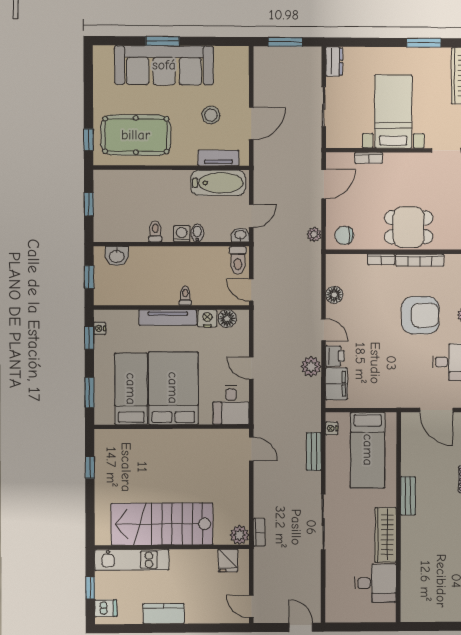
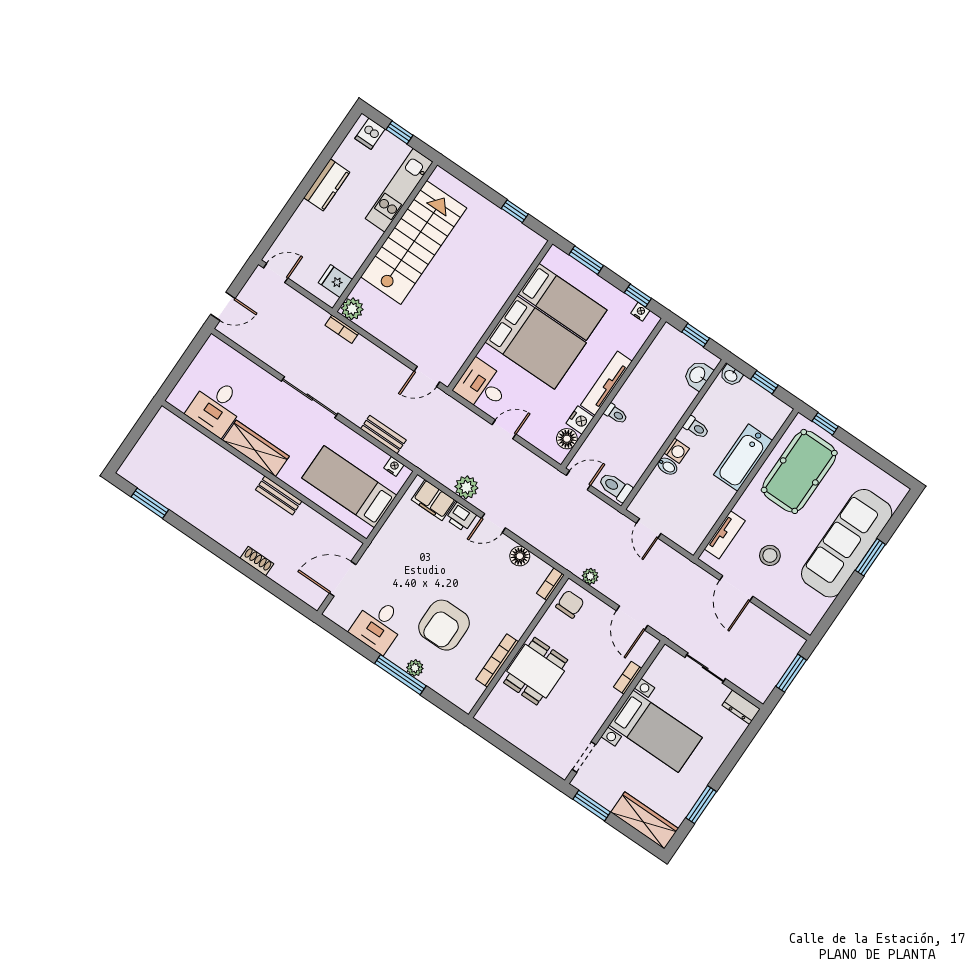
bathtub: (218, 183) -> (743, 458), moved
washbasin: (240, 235) -> (731, 375), moved, turned 90
bookcase: (381, 259) -> (550, 584), moved

